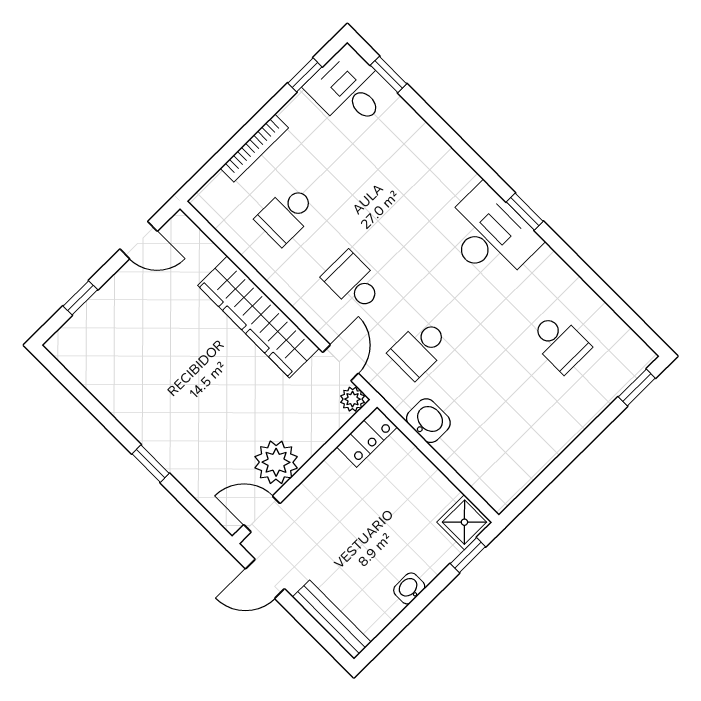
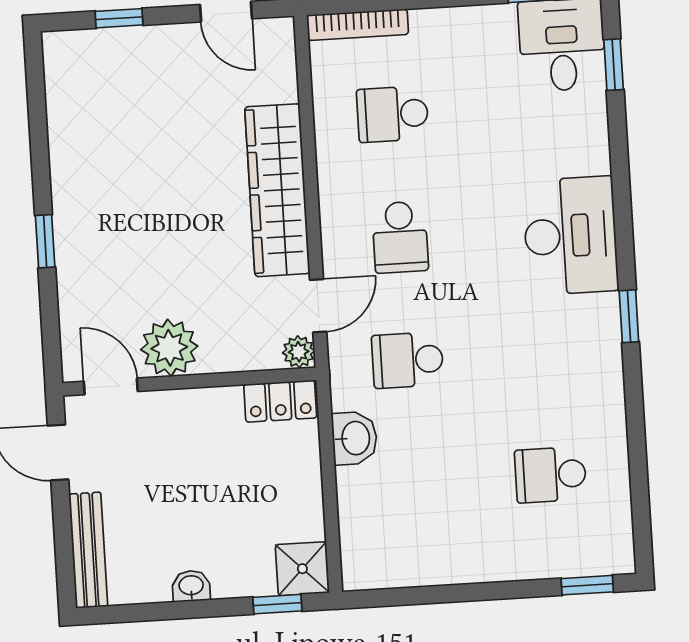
bookcase: (254, 148) -> (358, 25), moved
desk: (490, 235) -> (570, 236), moved
school desk: (353, 282) -> (400, 237), turned 180
school desk: (560, 343) -> (550, 475), turned 90

